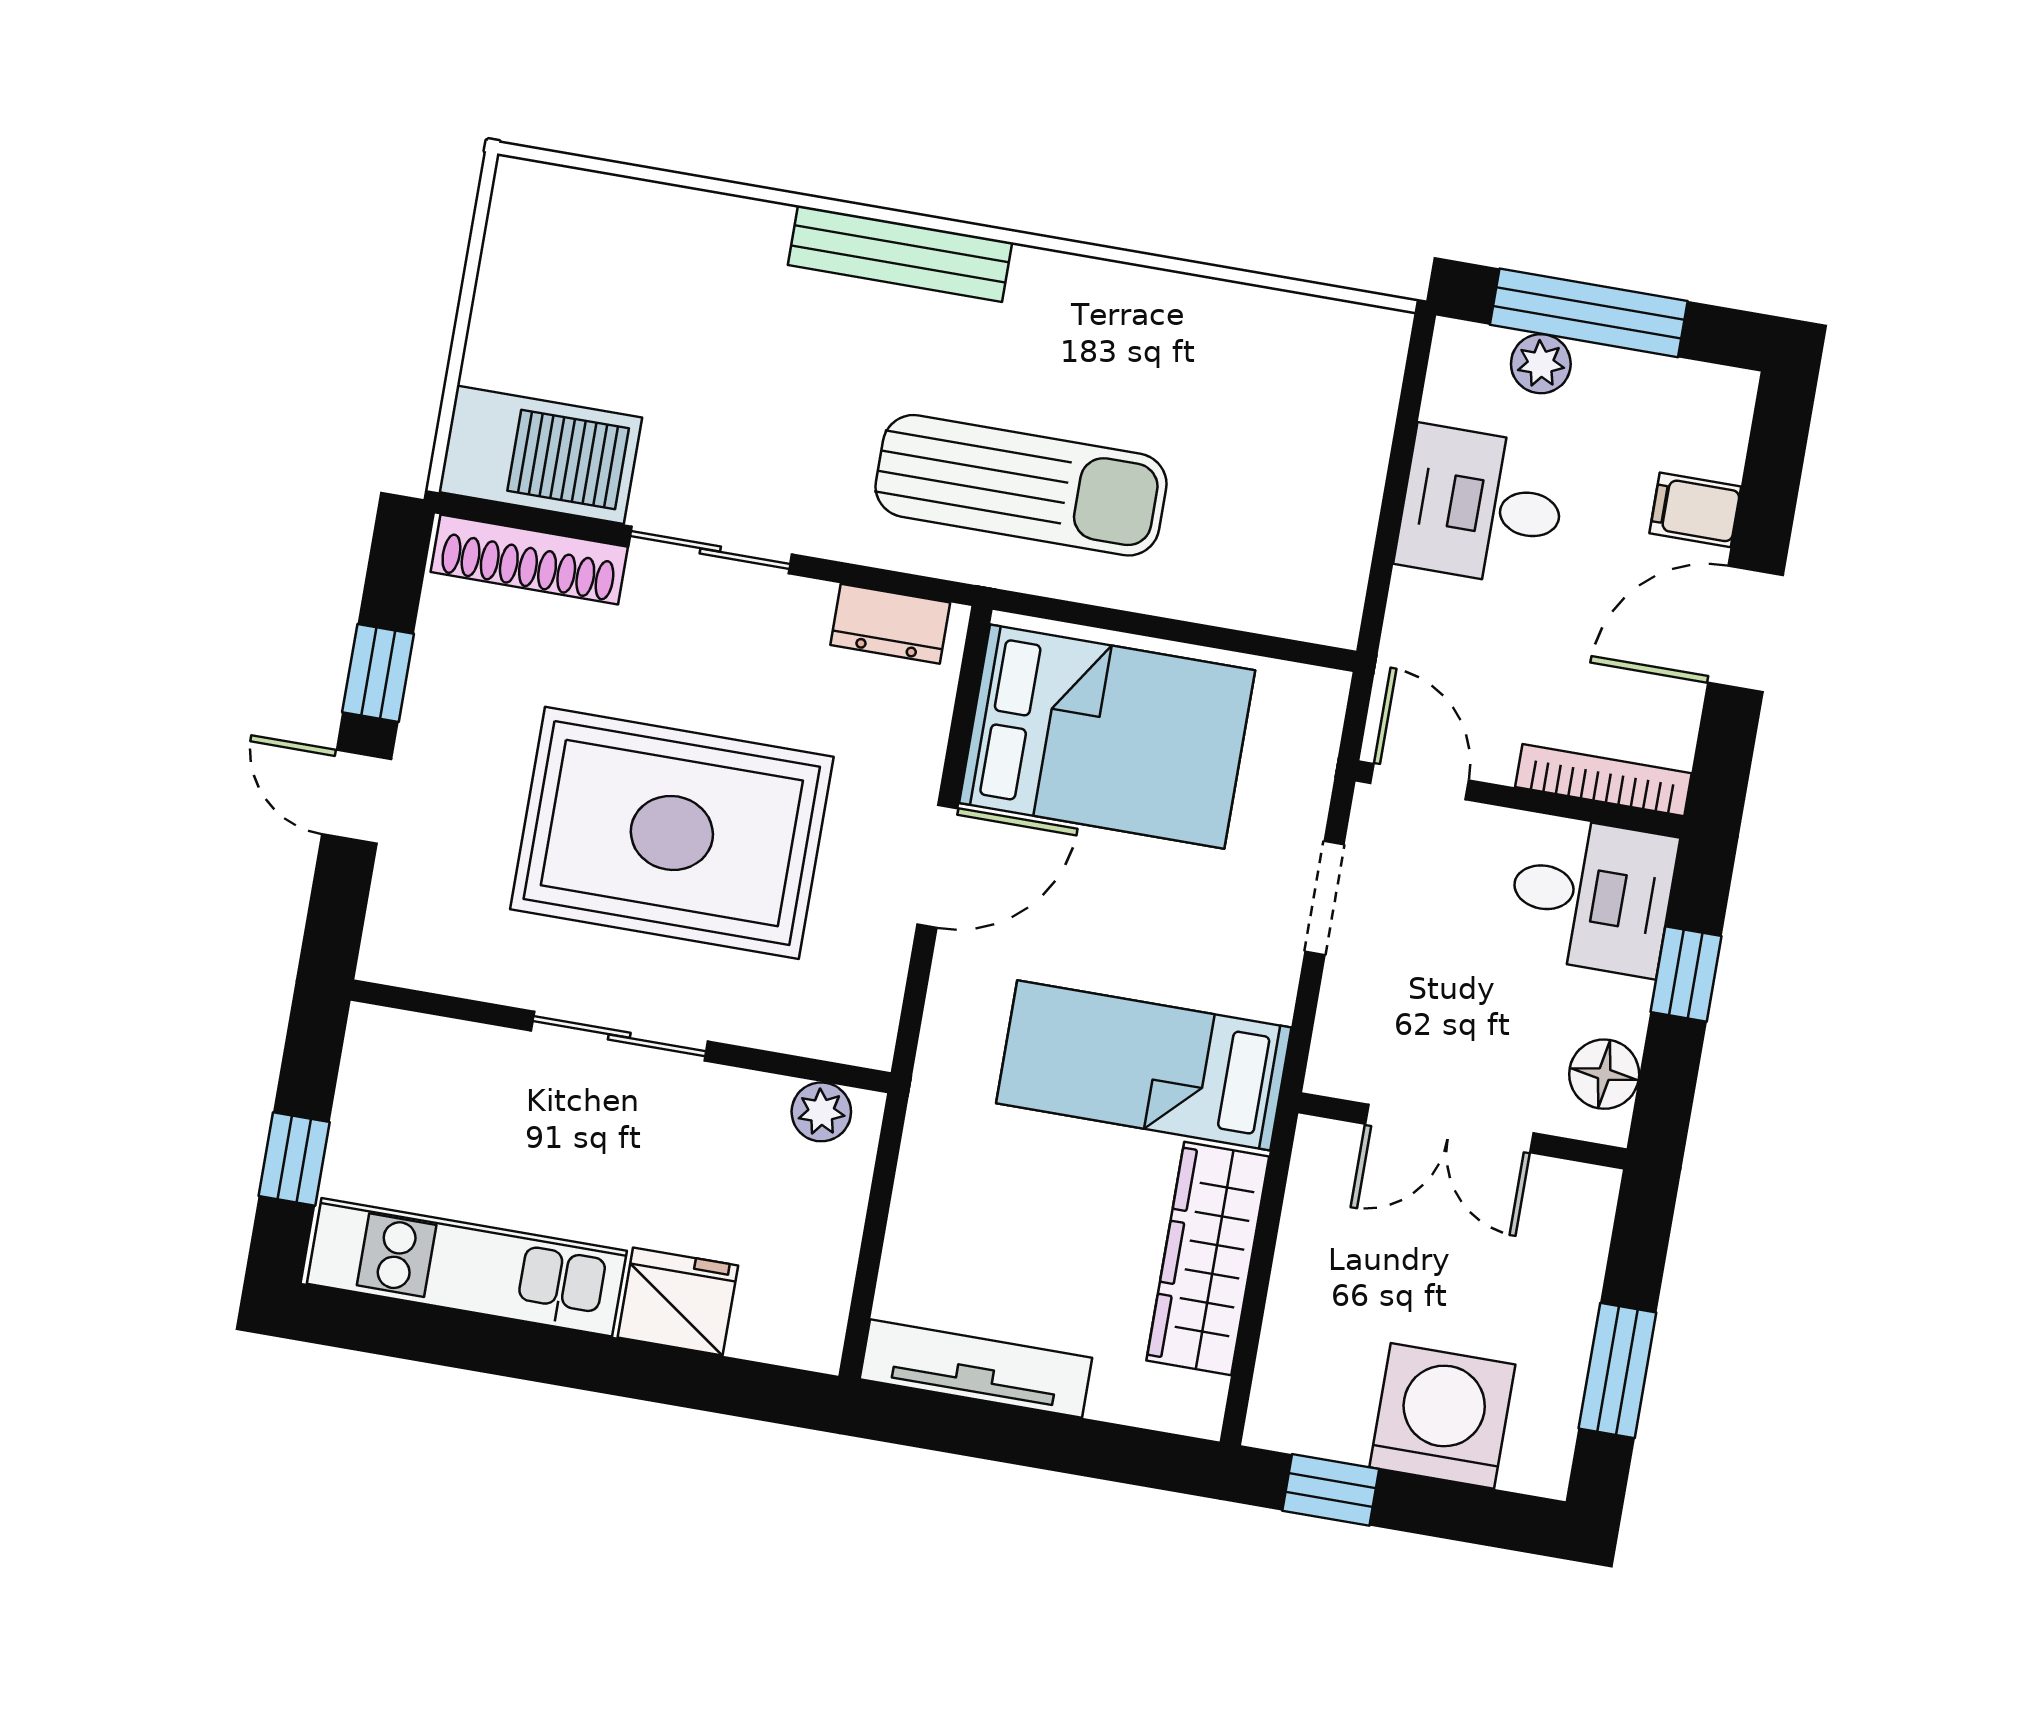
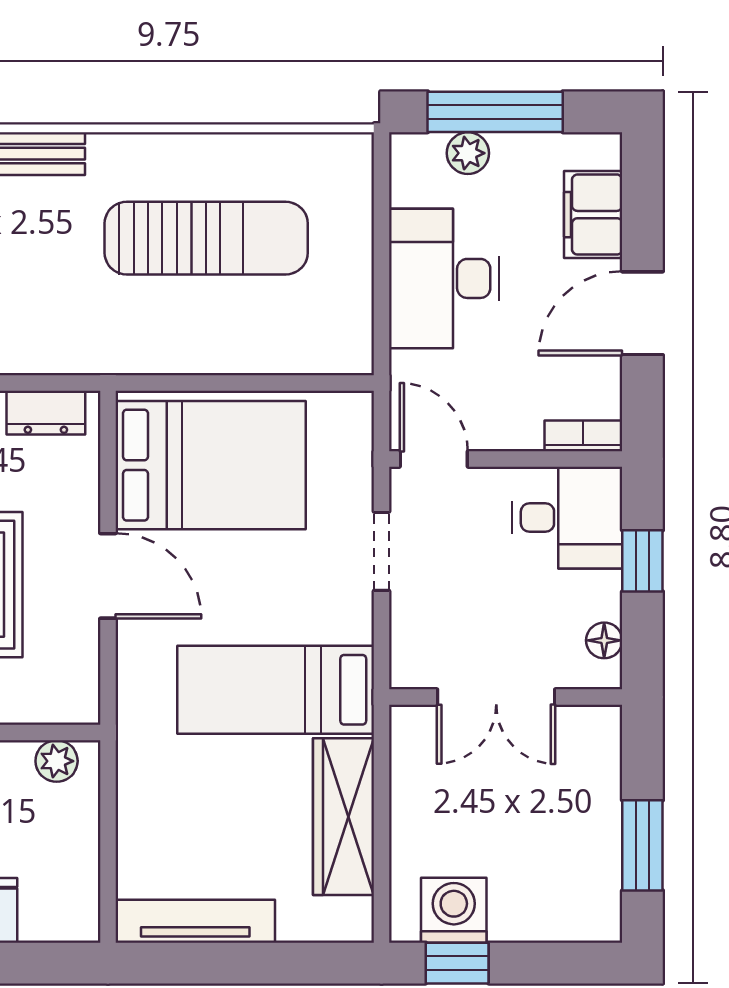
sun lounger: (1021, 485) -> (206, 238), moved
desk: (1482, 506) -> (444, 278), width x1.37
filing cabinet: (1695, 510) -> (593, 215), width x2.00
bookcase: (1603, 780) -> (583, 436), width x0.64
door: (937, 866) -> (108, 576), hinge flipped
floor lamp: (1604, 1074) -> (604, 640), width x0.73, depth x0.73
washing machine: (1442, 1416) -> (454, 910), moved, width x0.73, depth x0.73

